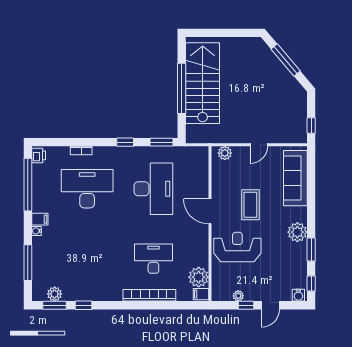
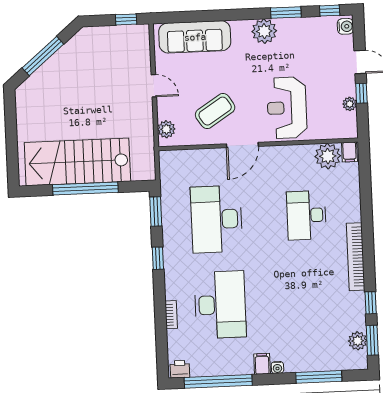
desk: (87, 189) -> (220, 305), turned 180
desk: (153, 189) -> (216, 219), turned -90
coffee table: (250, 205) -> (215, 111), moved, turned -33
bookcase: (149, 295) -> (356, 257), moved

